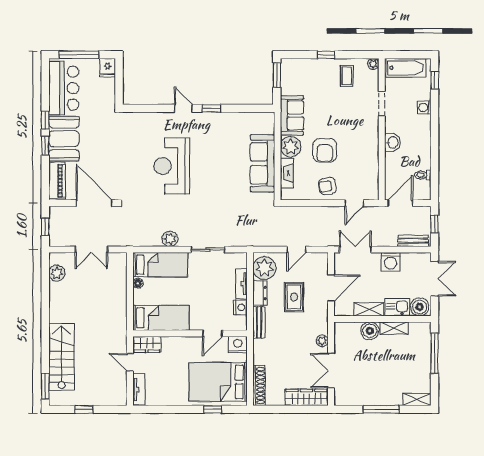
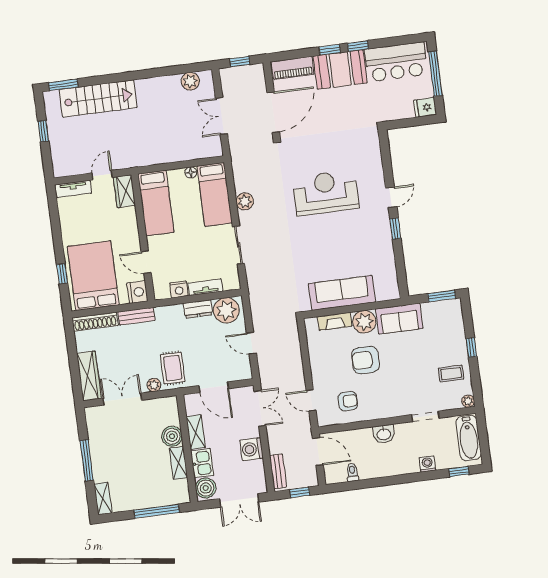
armchair: (327, 186) -> (348, 401), moved, turned 99
rug: (294, 297) -> (173, 368), moved, turned 90
bench: (259, 322) -> (136, 316), moved

